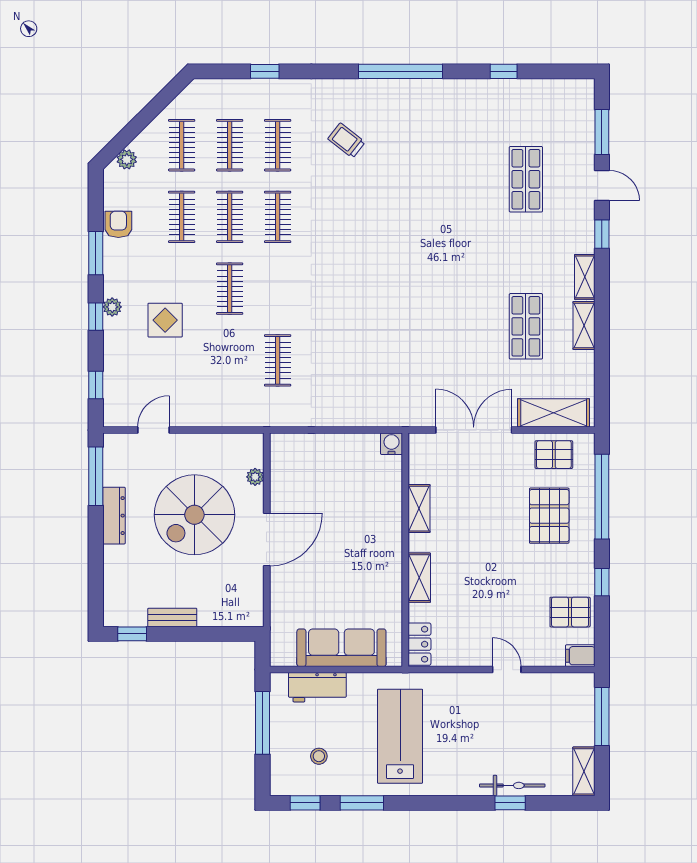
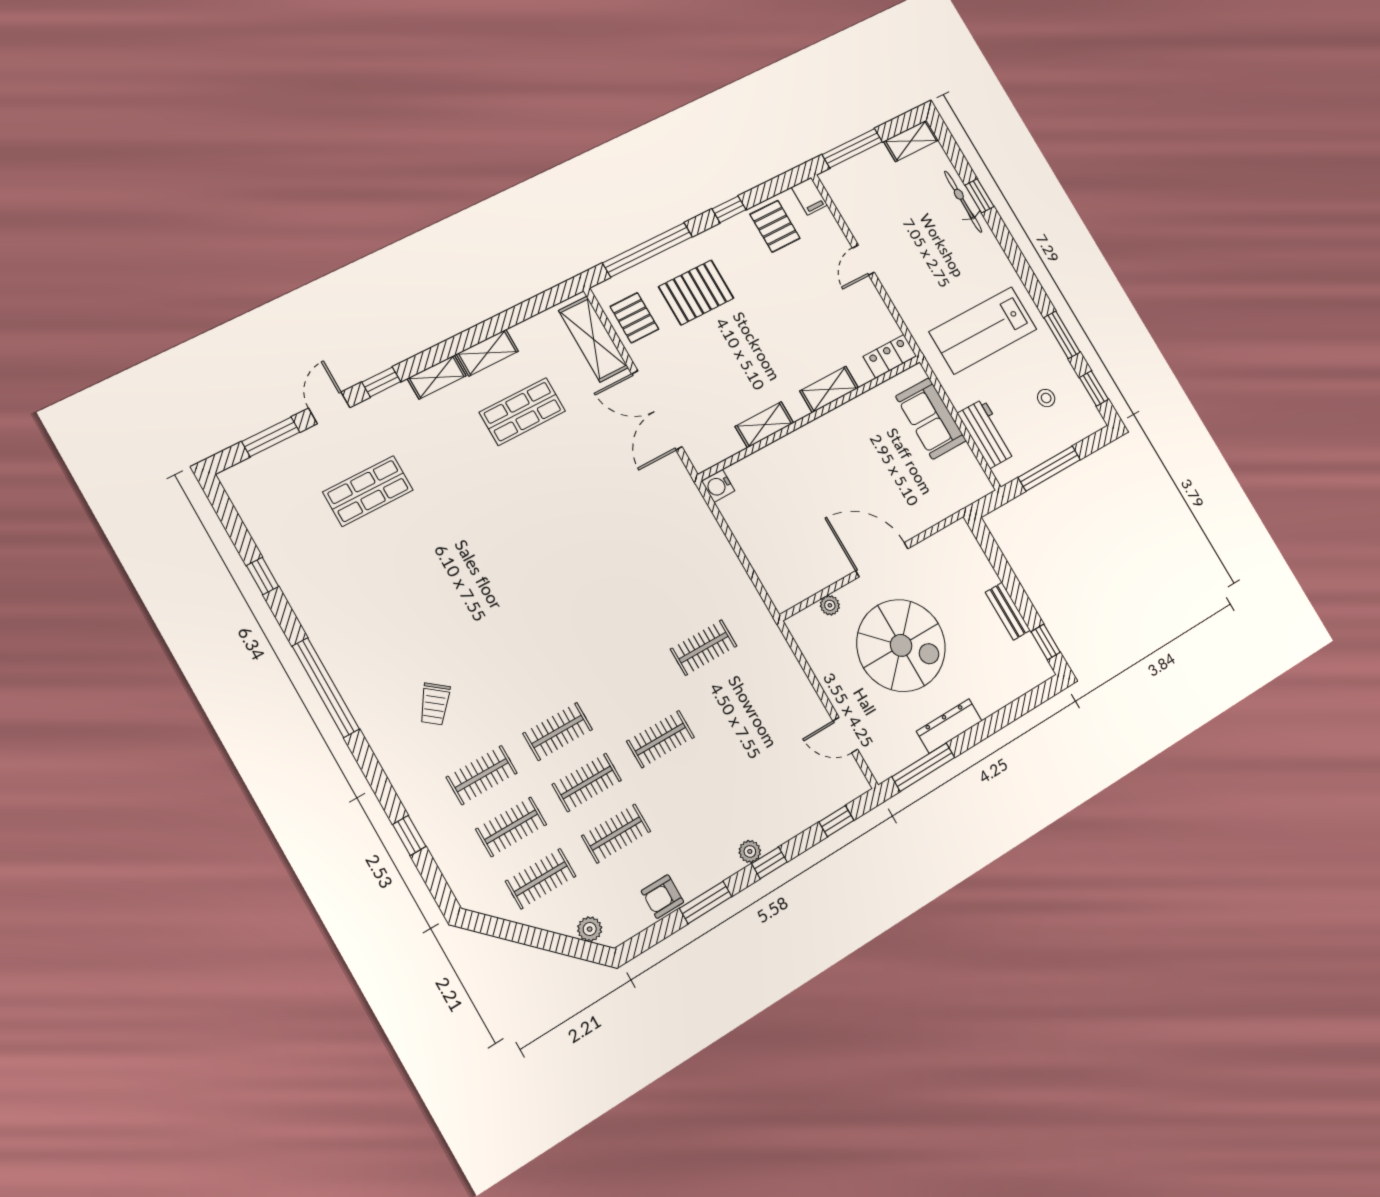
display table: (165, 320) -> (731, 788), removed
sofa: (341, 648) -> (931, 419), width x0.73

